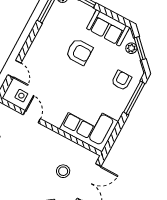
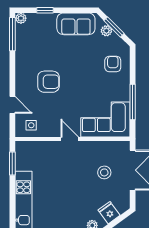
armchair: (79, 52) -> (48, 82), moved
window: (134, 98) -> (133, 102), moved
door: (32, 117) -> (70, 139), moved

